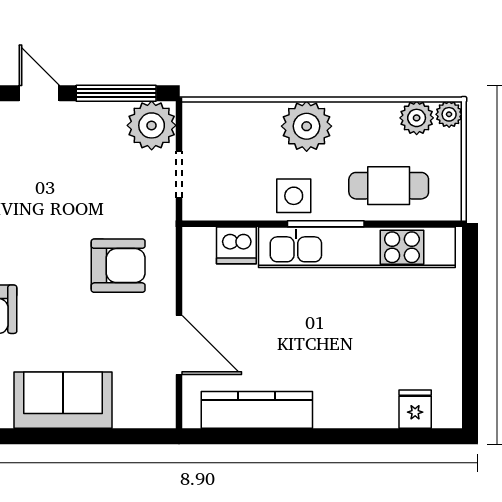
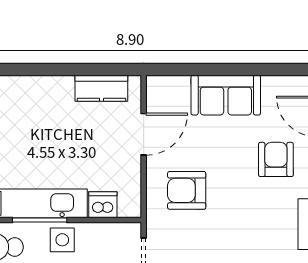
door: (179, 345) -> (144, 134), swing flipped
kitchen counter: (257, 410) -> (101, 88), width x0.67

